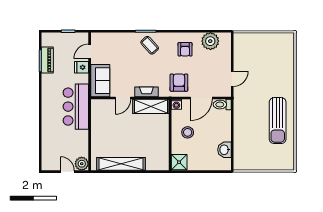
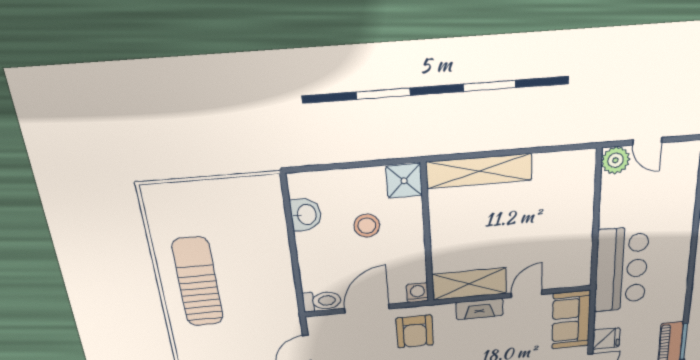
stool: (188, 132) -> (367, 226), moved
shelving: (121, 164) -> (479, 171), moved

